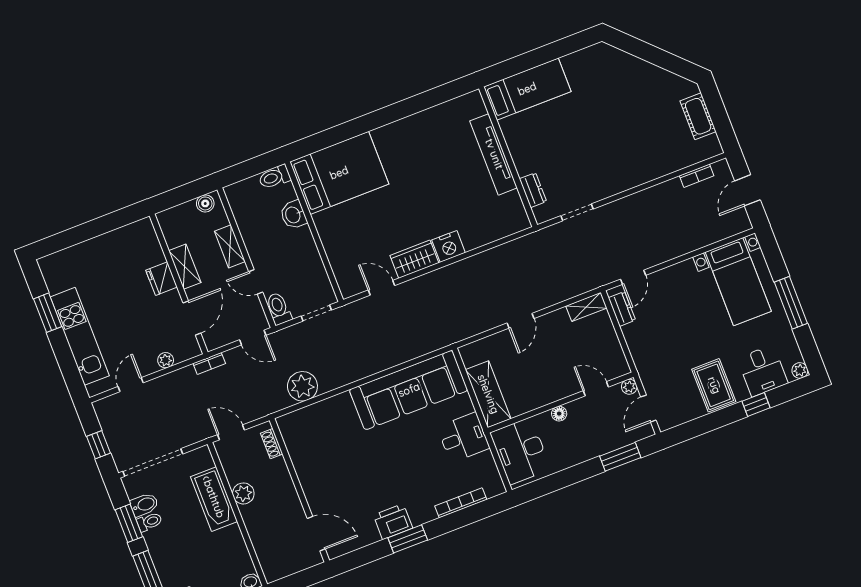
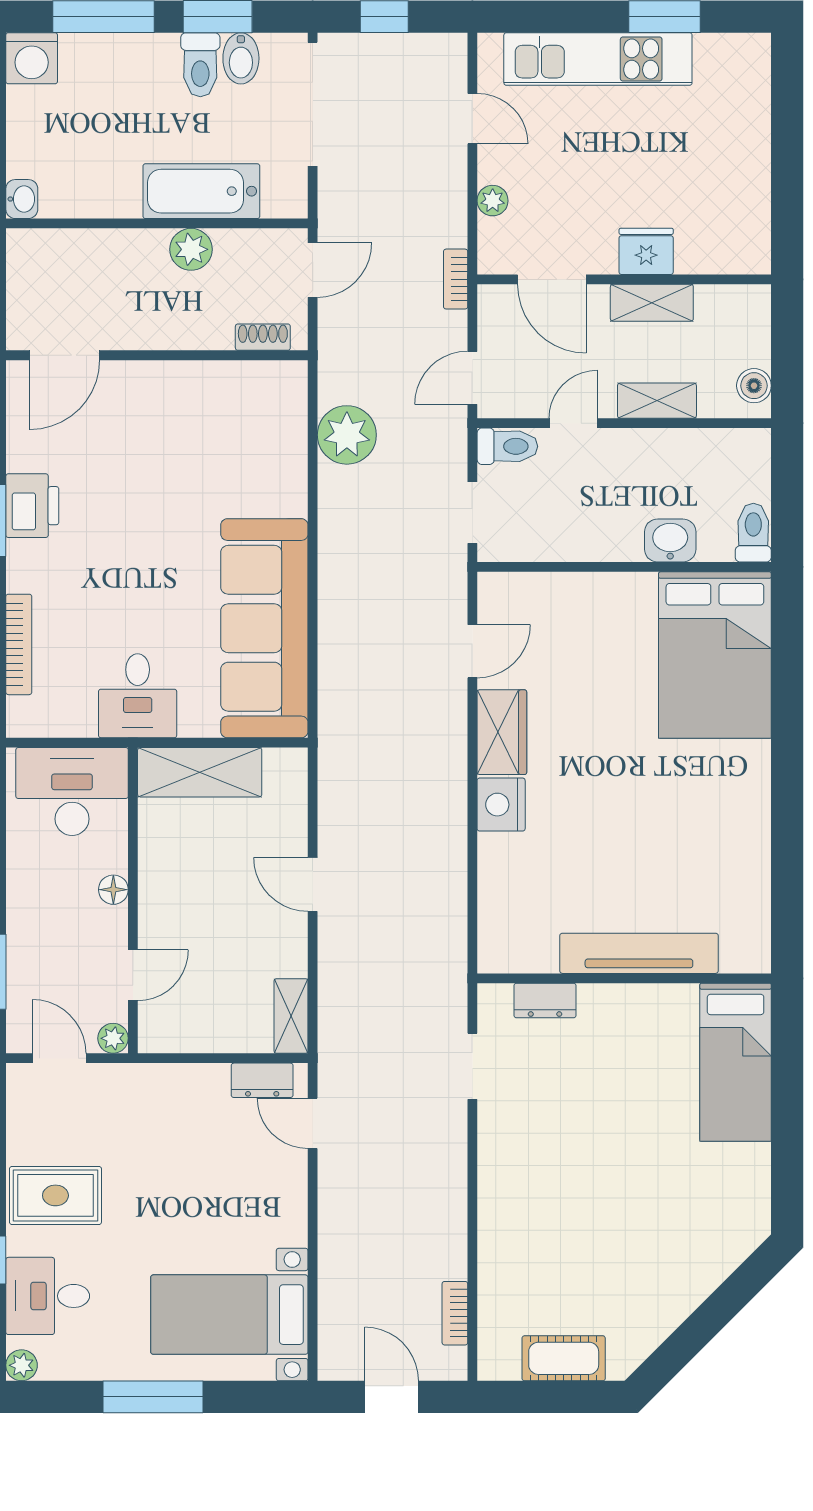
toilet: (149, 522) -> (200, 65), width x1.37, depth x1.39

